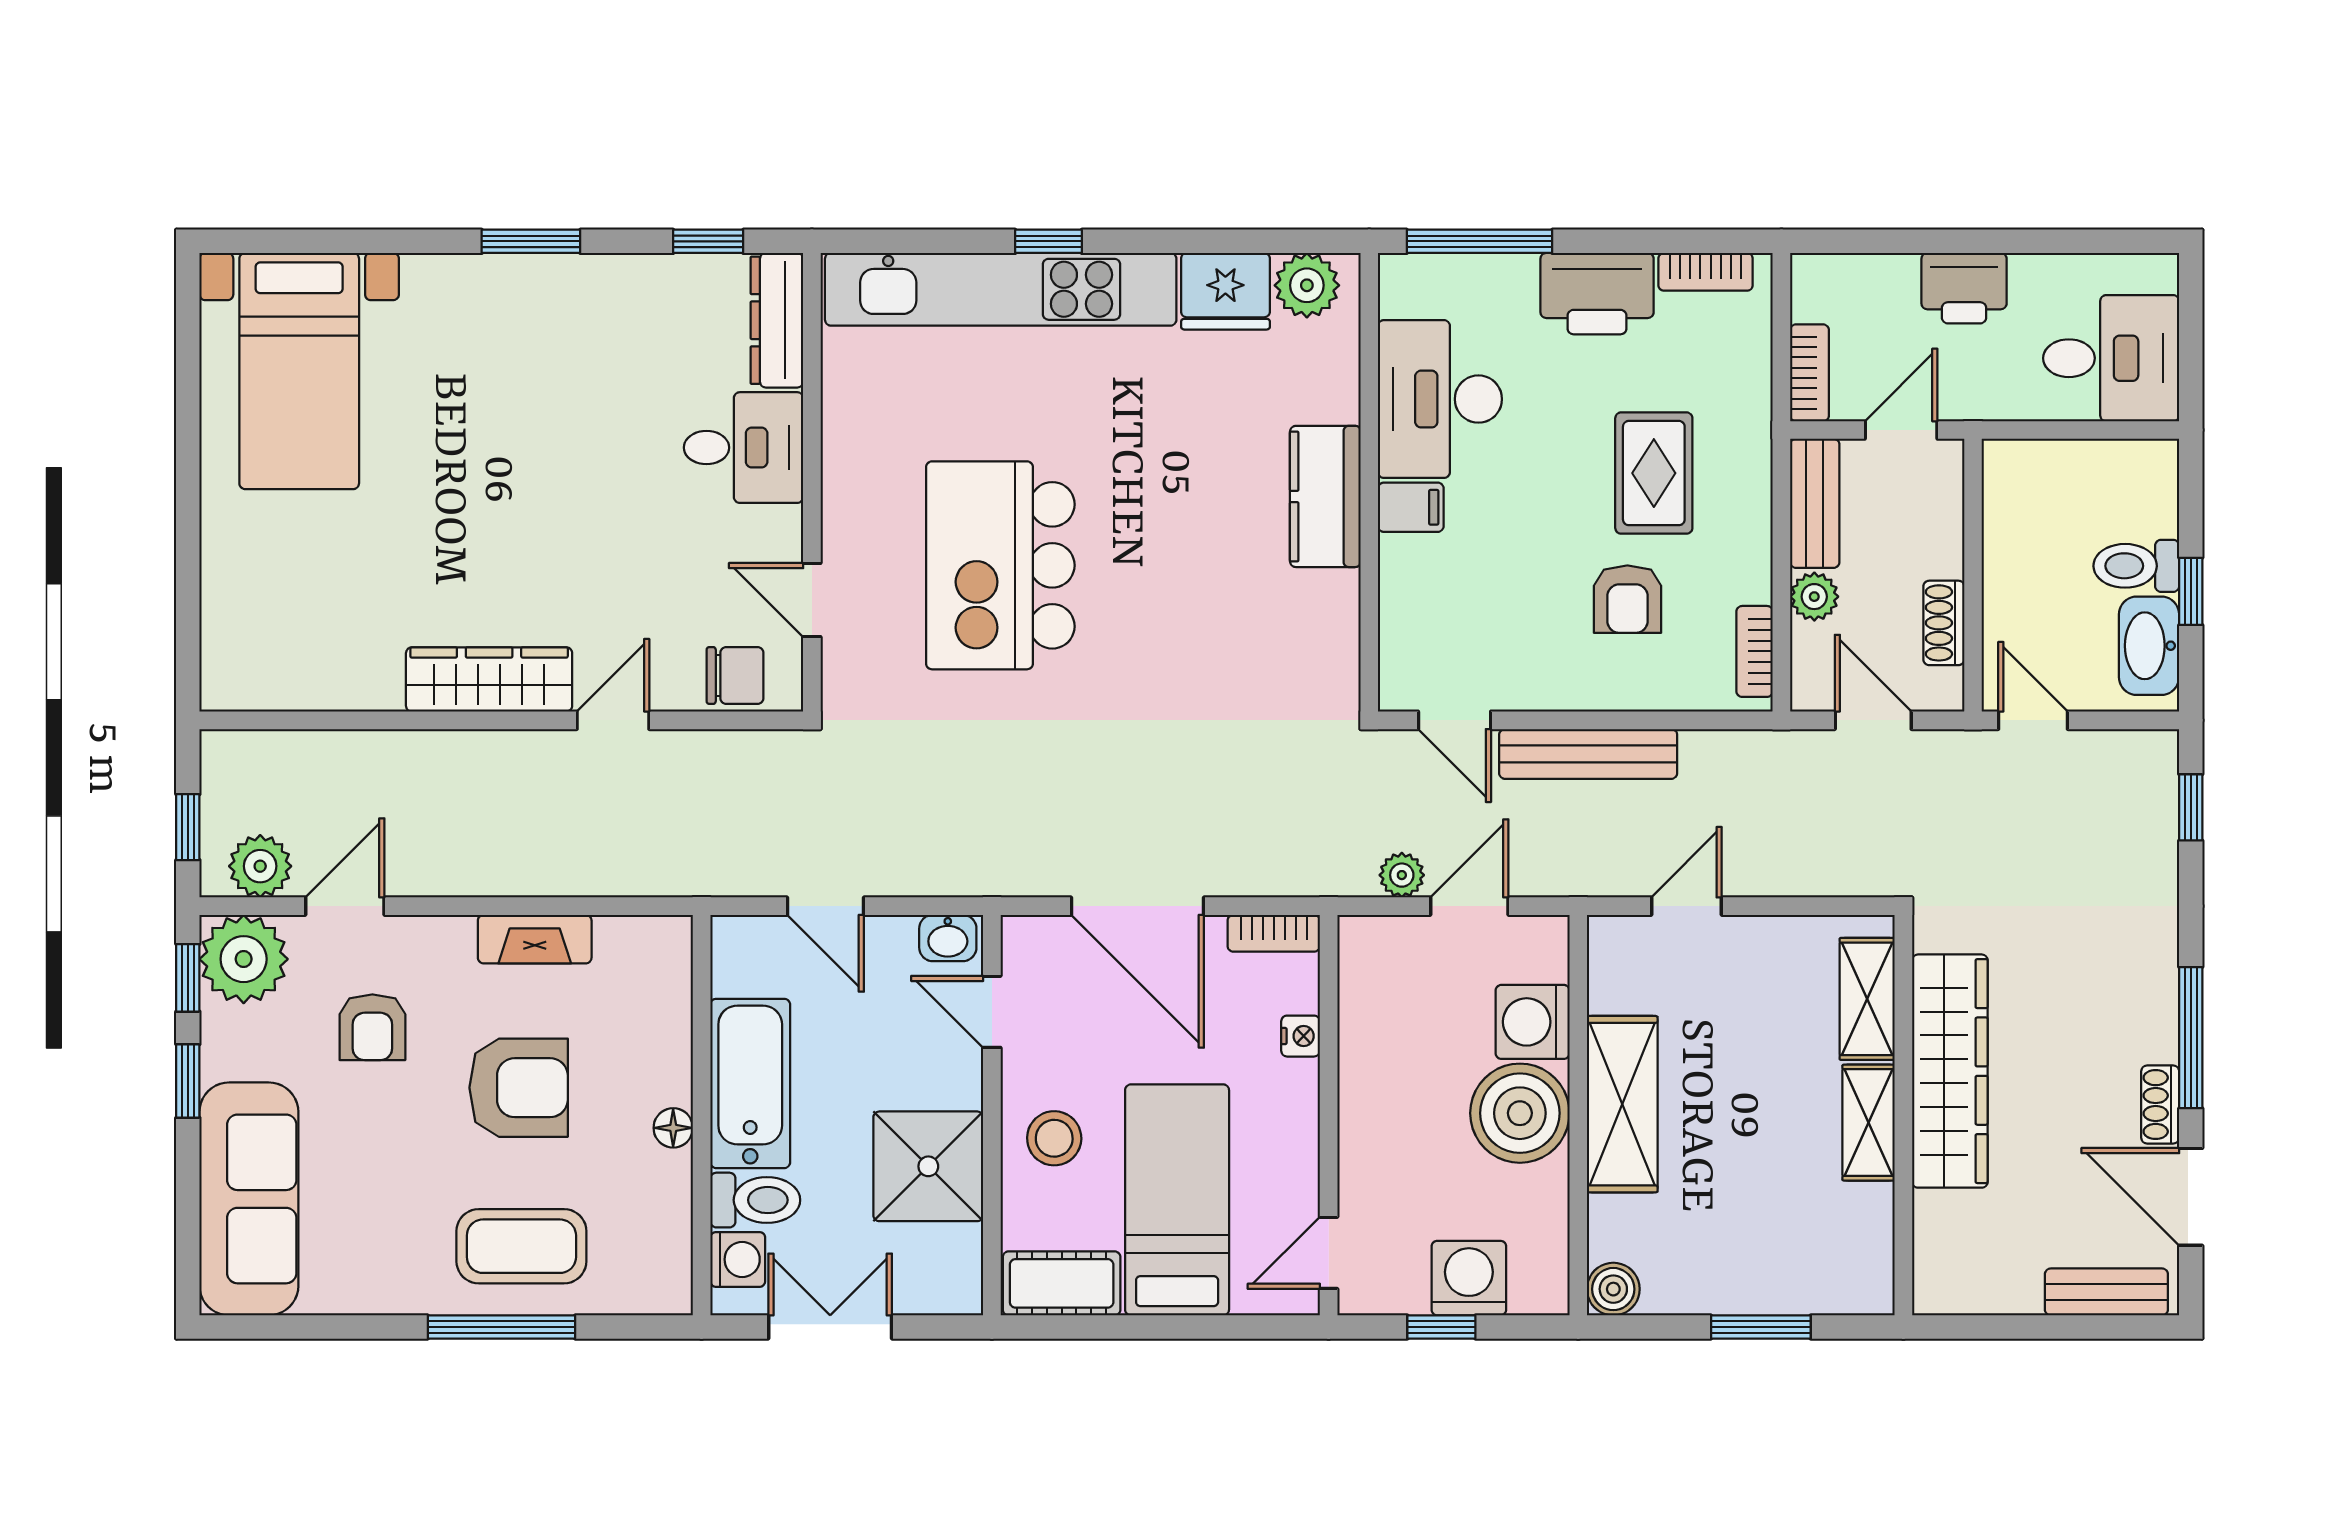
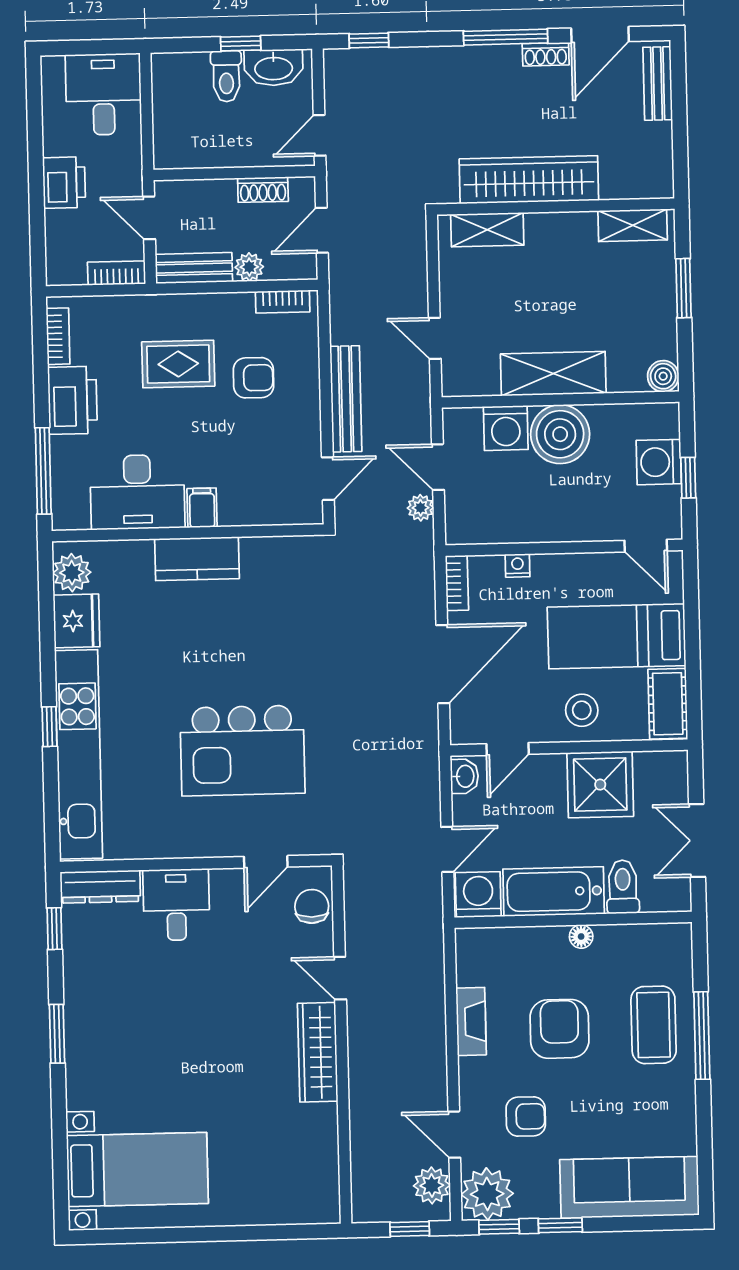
shelving: (1869, 1123) -> (633, 225), moved
washing machine: (738, 1259) -> (478, 895), moved, width x1.38, depth x1.38

